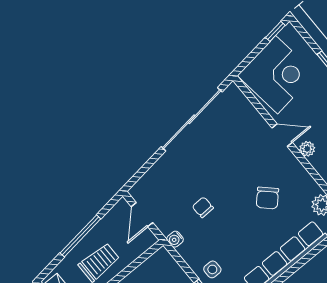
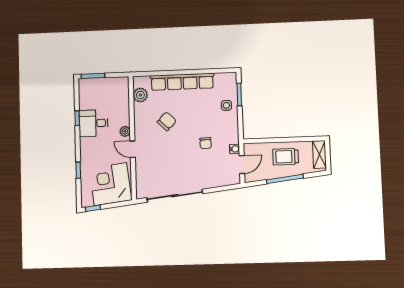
water cooler: (175, 239) -> (235, 149), moved

